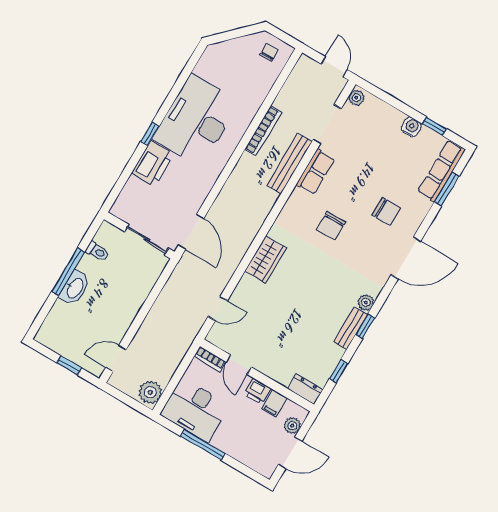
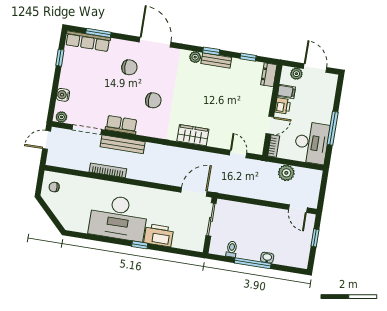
water cooler: (411, 127) -> (63, 95), moved
chair: (386, 212) -> (129, 67), turned 88
washbasin: (75, 288) -> (267, 258), width x0.52, depth x0.69
plant: (150, 392) -> (286, 173), moved

